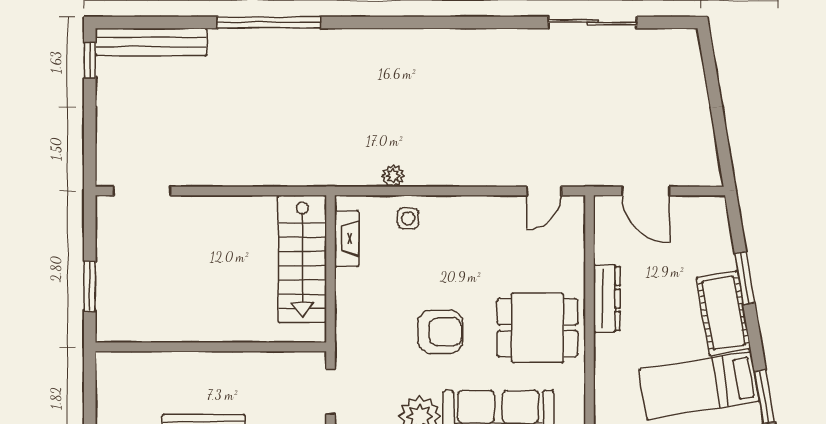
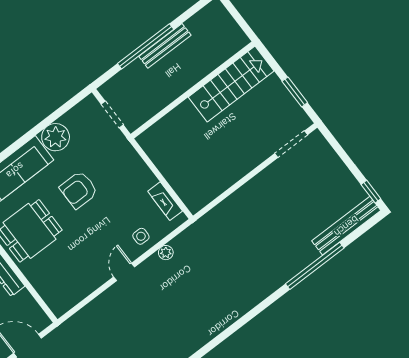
window: (269, 23) -> (315, 266), moved
door: (544, 191) -> (124, 272), moved
stairs: (302, 259) -> (231, 84), moved, turned 90
window: (90, 286) -> (295, 92), moved

